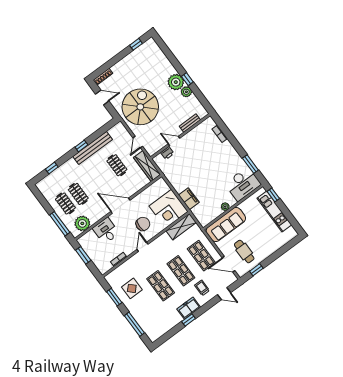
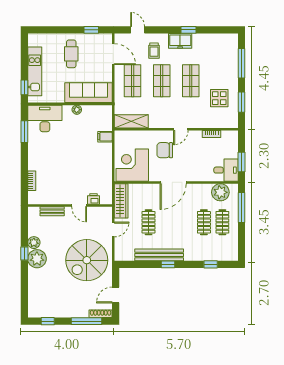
window: (109, 64) -> (87, 321), added
door: (102, 98) -> (116, 295), hinge flipped
filing cabinet: (189, 199) -> (105, 137), width x0.50
door: (120, 206) -> (173, 182), hinge flipped
corner desk: (169, 209) -> (132, 165), moved, turned -90
desk: (106, 231) -> (226, 170), moved, turned -90
cafe table: (244, 252) -> (71, 54), moved

